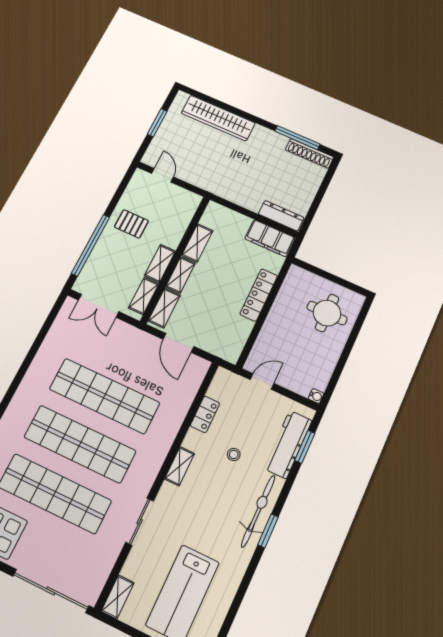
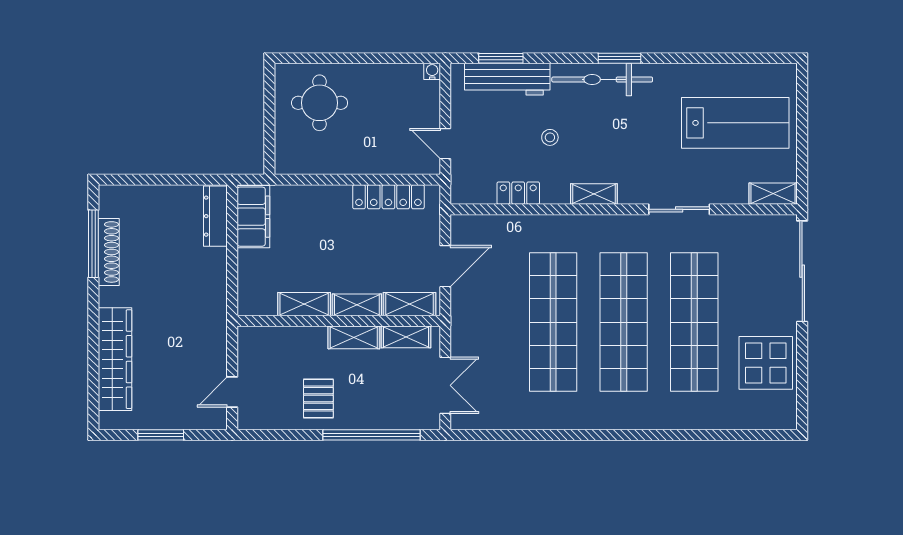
shoe rack: (310, 153) -> (109, 252), moved
locker: (259, 295) -> (388, 197), moved

